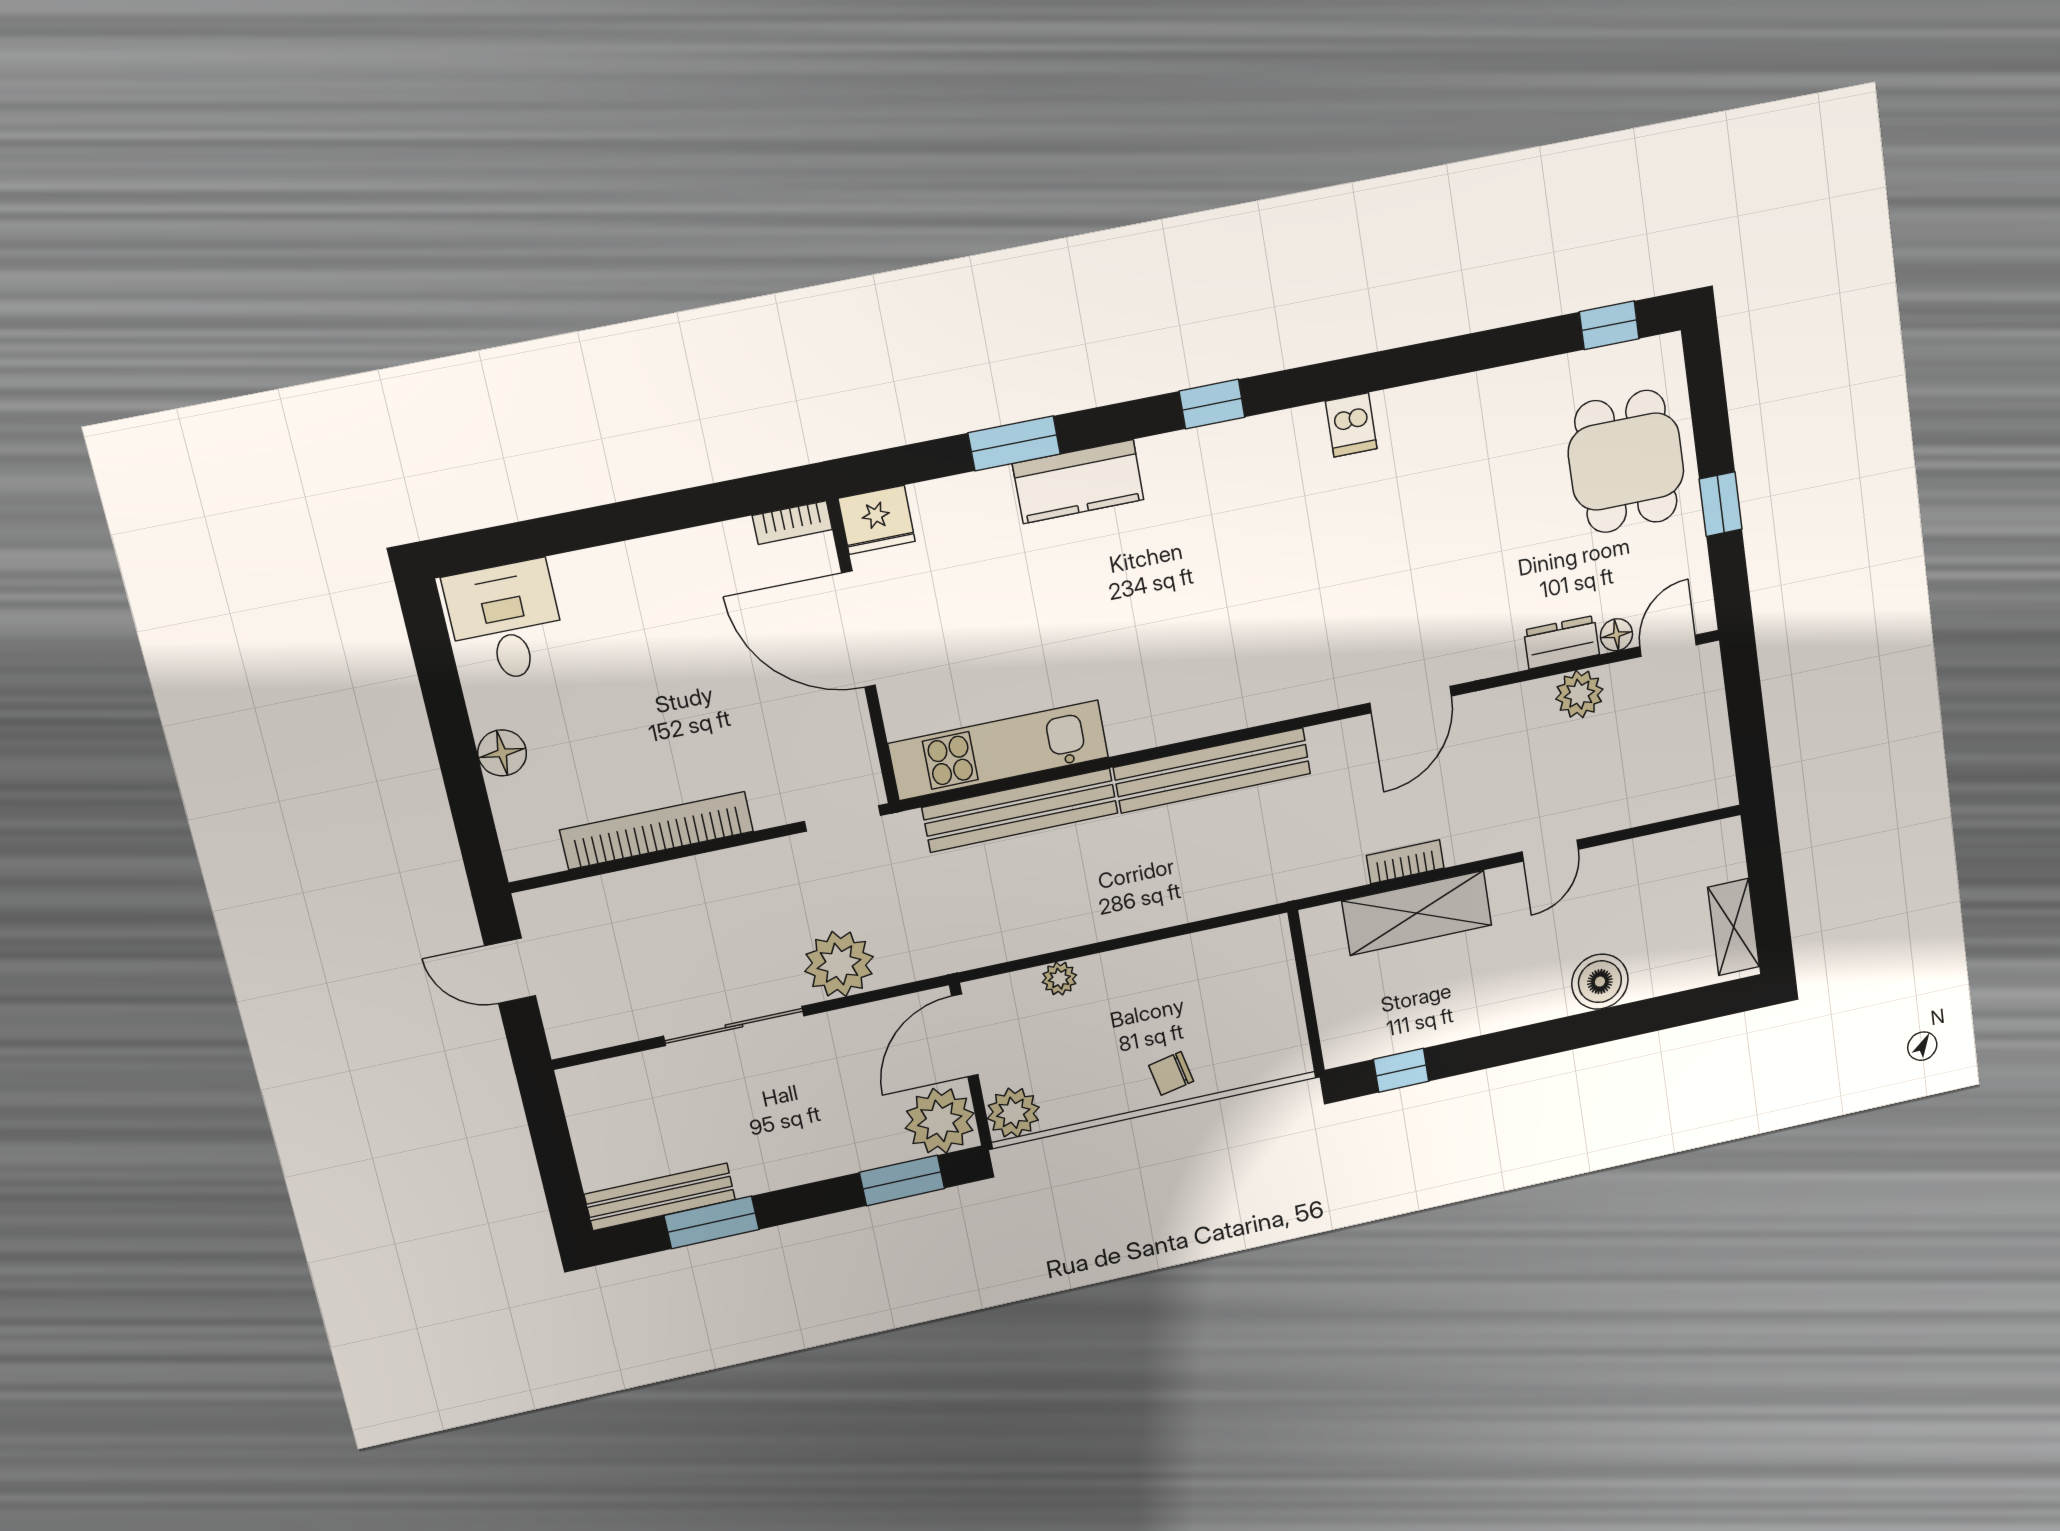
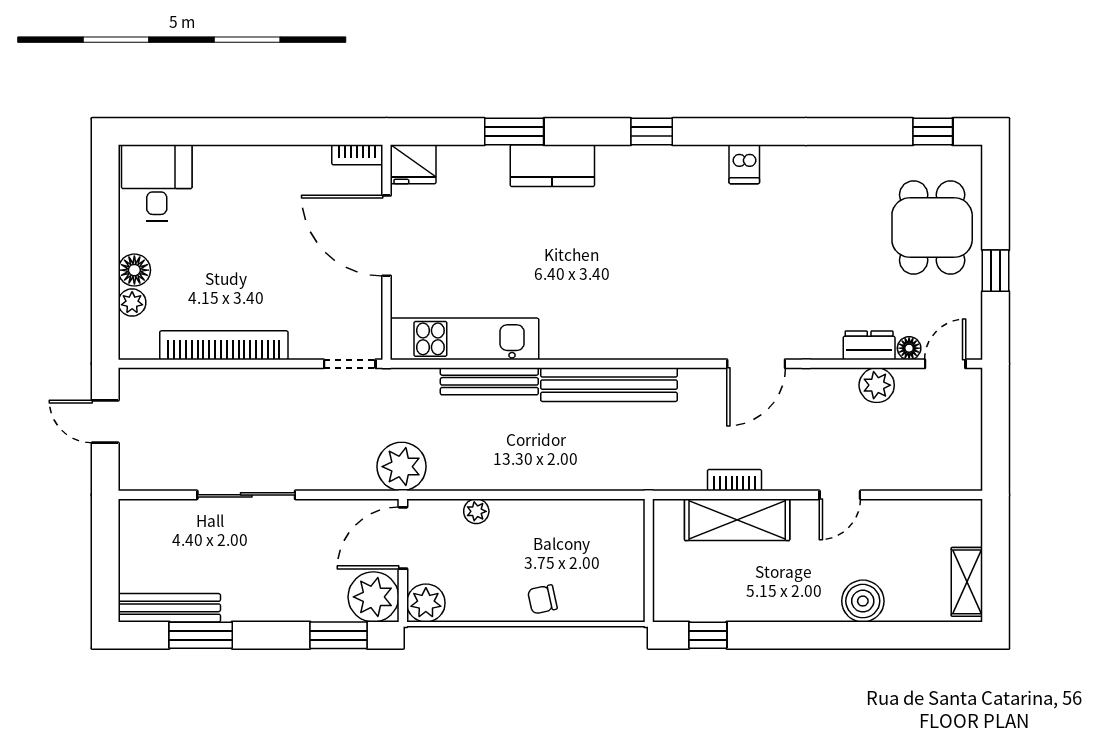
plant: (510, 799) -> (132, 302), added
bench: (1020, 810) -> (489, 381), width x0.73, depth x0.82
plant: (839, 964) -> (402, 467), moved

